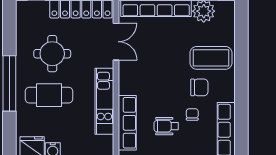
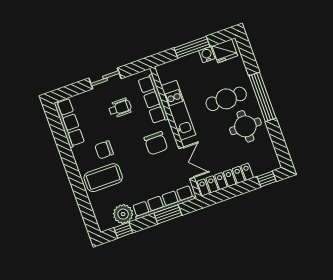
double door: (116, 42) -> (187, 163), swing flipped
round table: (52, 54) -> (245, 126), moved
chair: (192, 114) -> (156, 143), moved, width x1.87, depth x1.87

